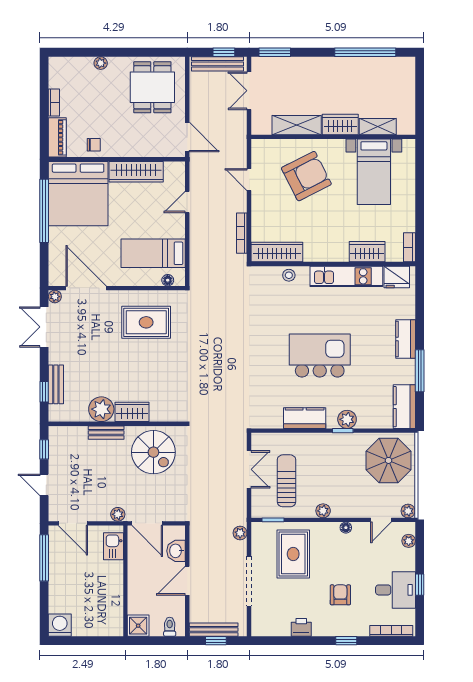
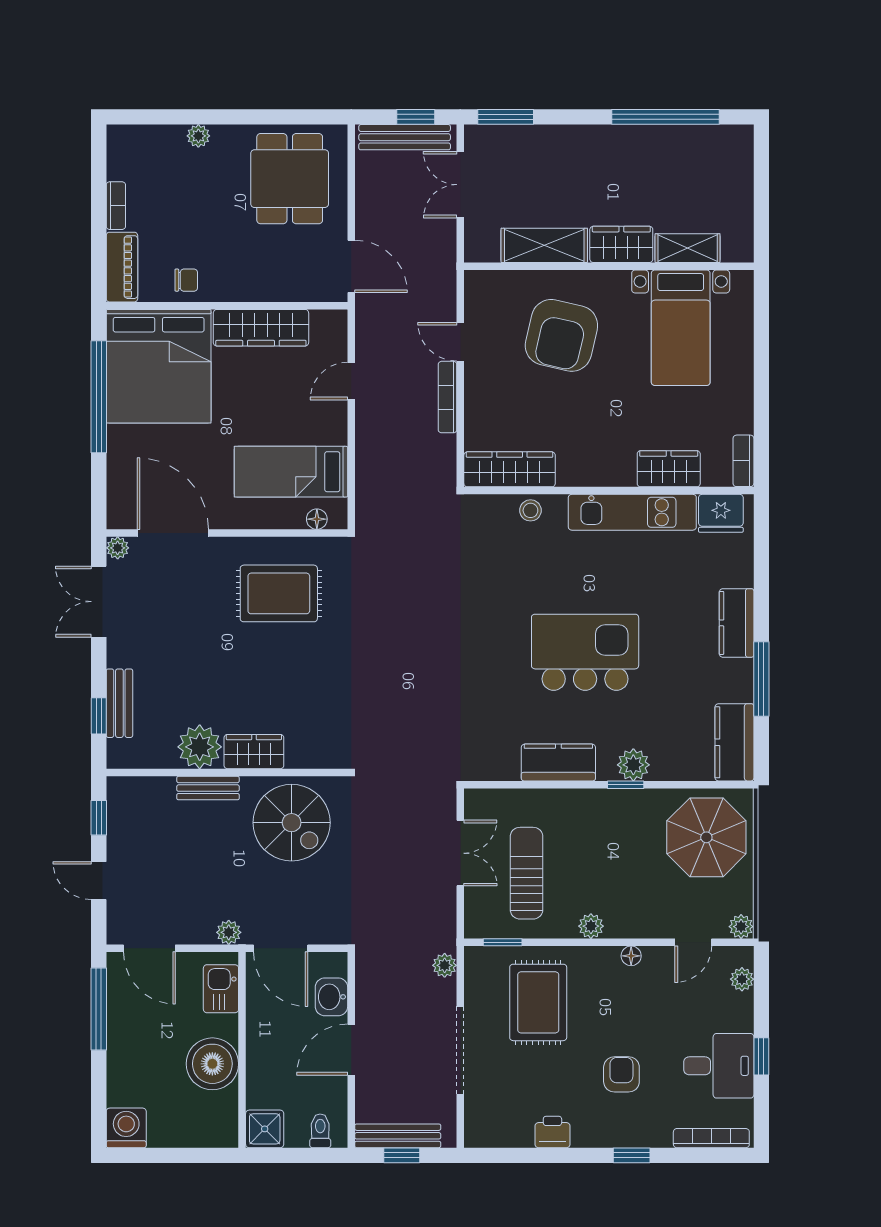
armchair: (306, 176) -> (561, 335), turned 130
bookcase: (242, 233) -> (448, 397), moved
boiler: (109, 589) -> (212, 1064), added

